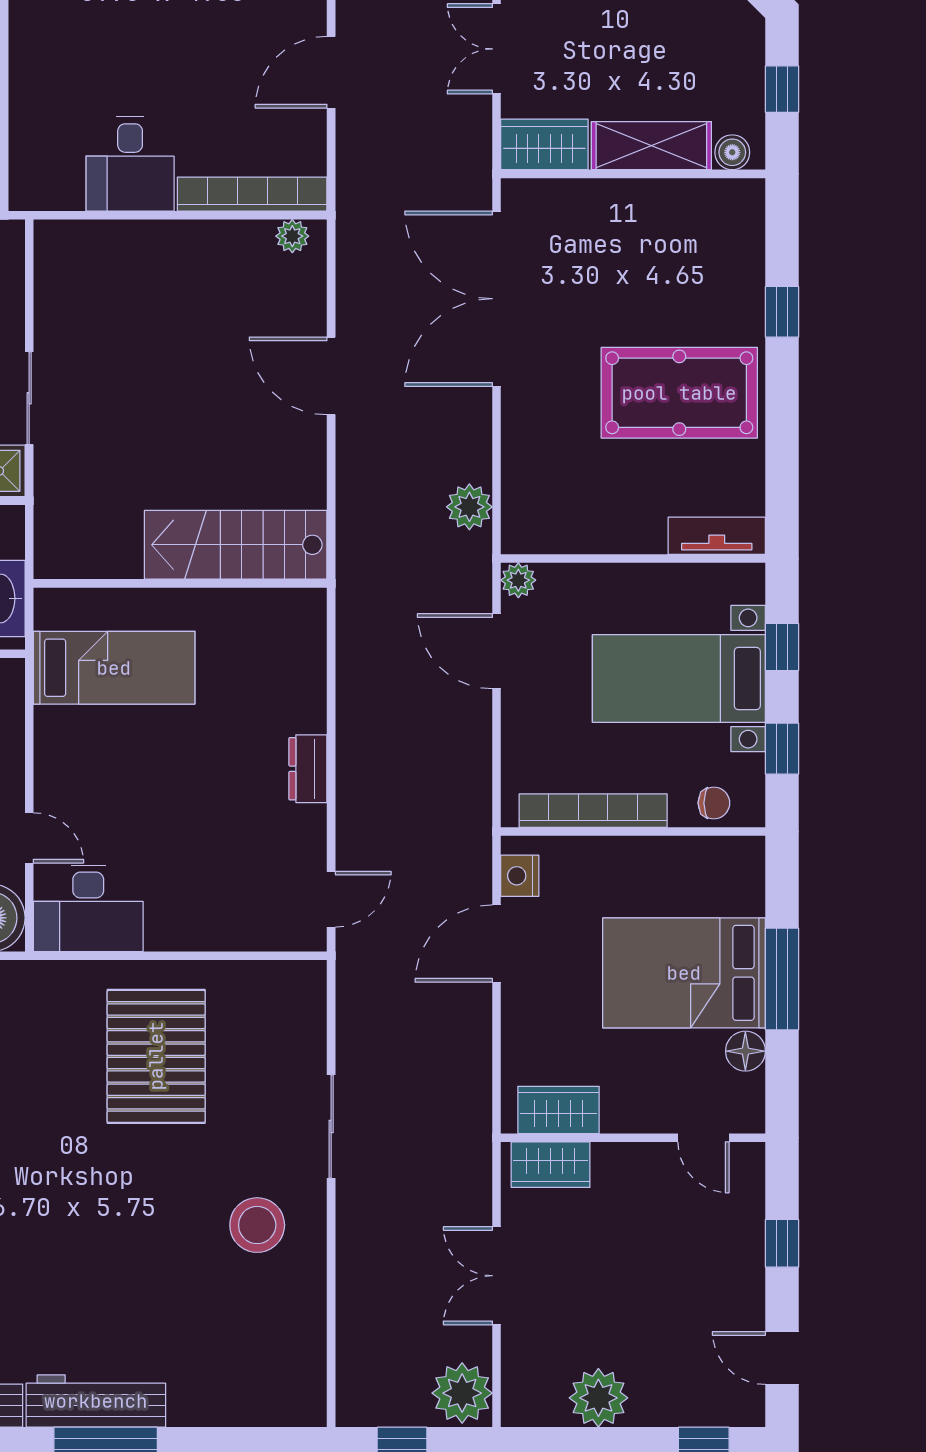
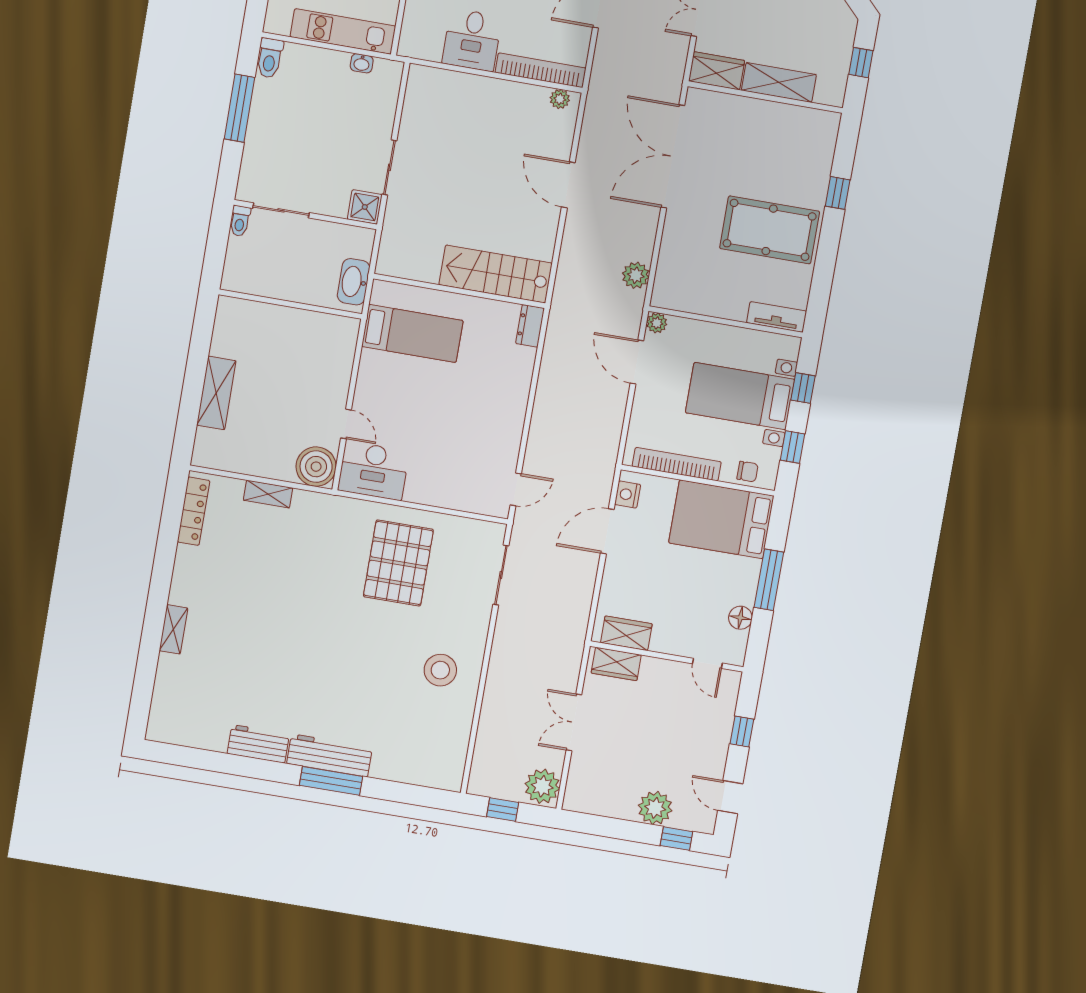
boiler: (732, 152) -> (825, 95), removed
dresser: (308, 769) -> (530, 326), moved
bed: (684, 973) -> (721, 519), moved
sliding door: (331, 1127) -> (501, 575), moved
plant: (598, 1398) -> (655, 808), moved

